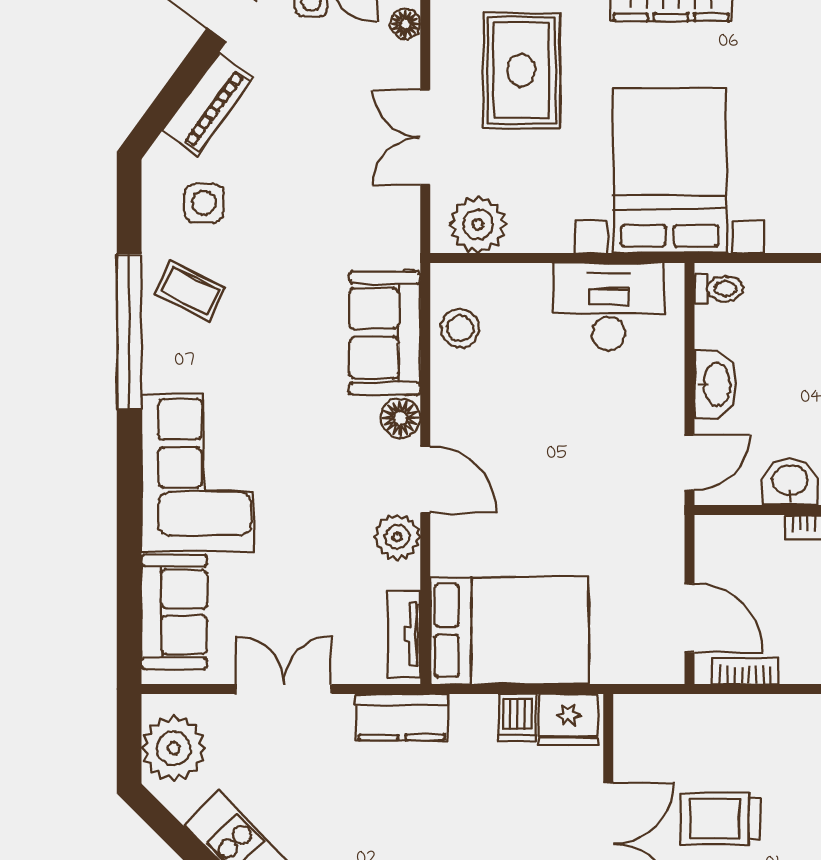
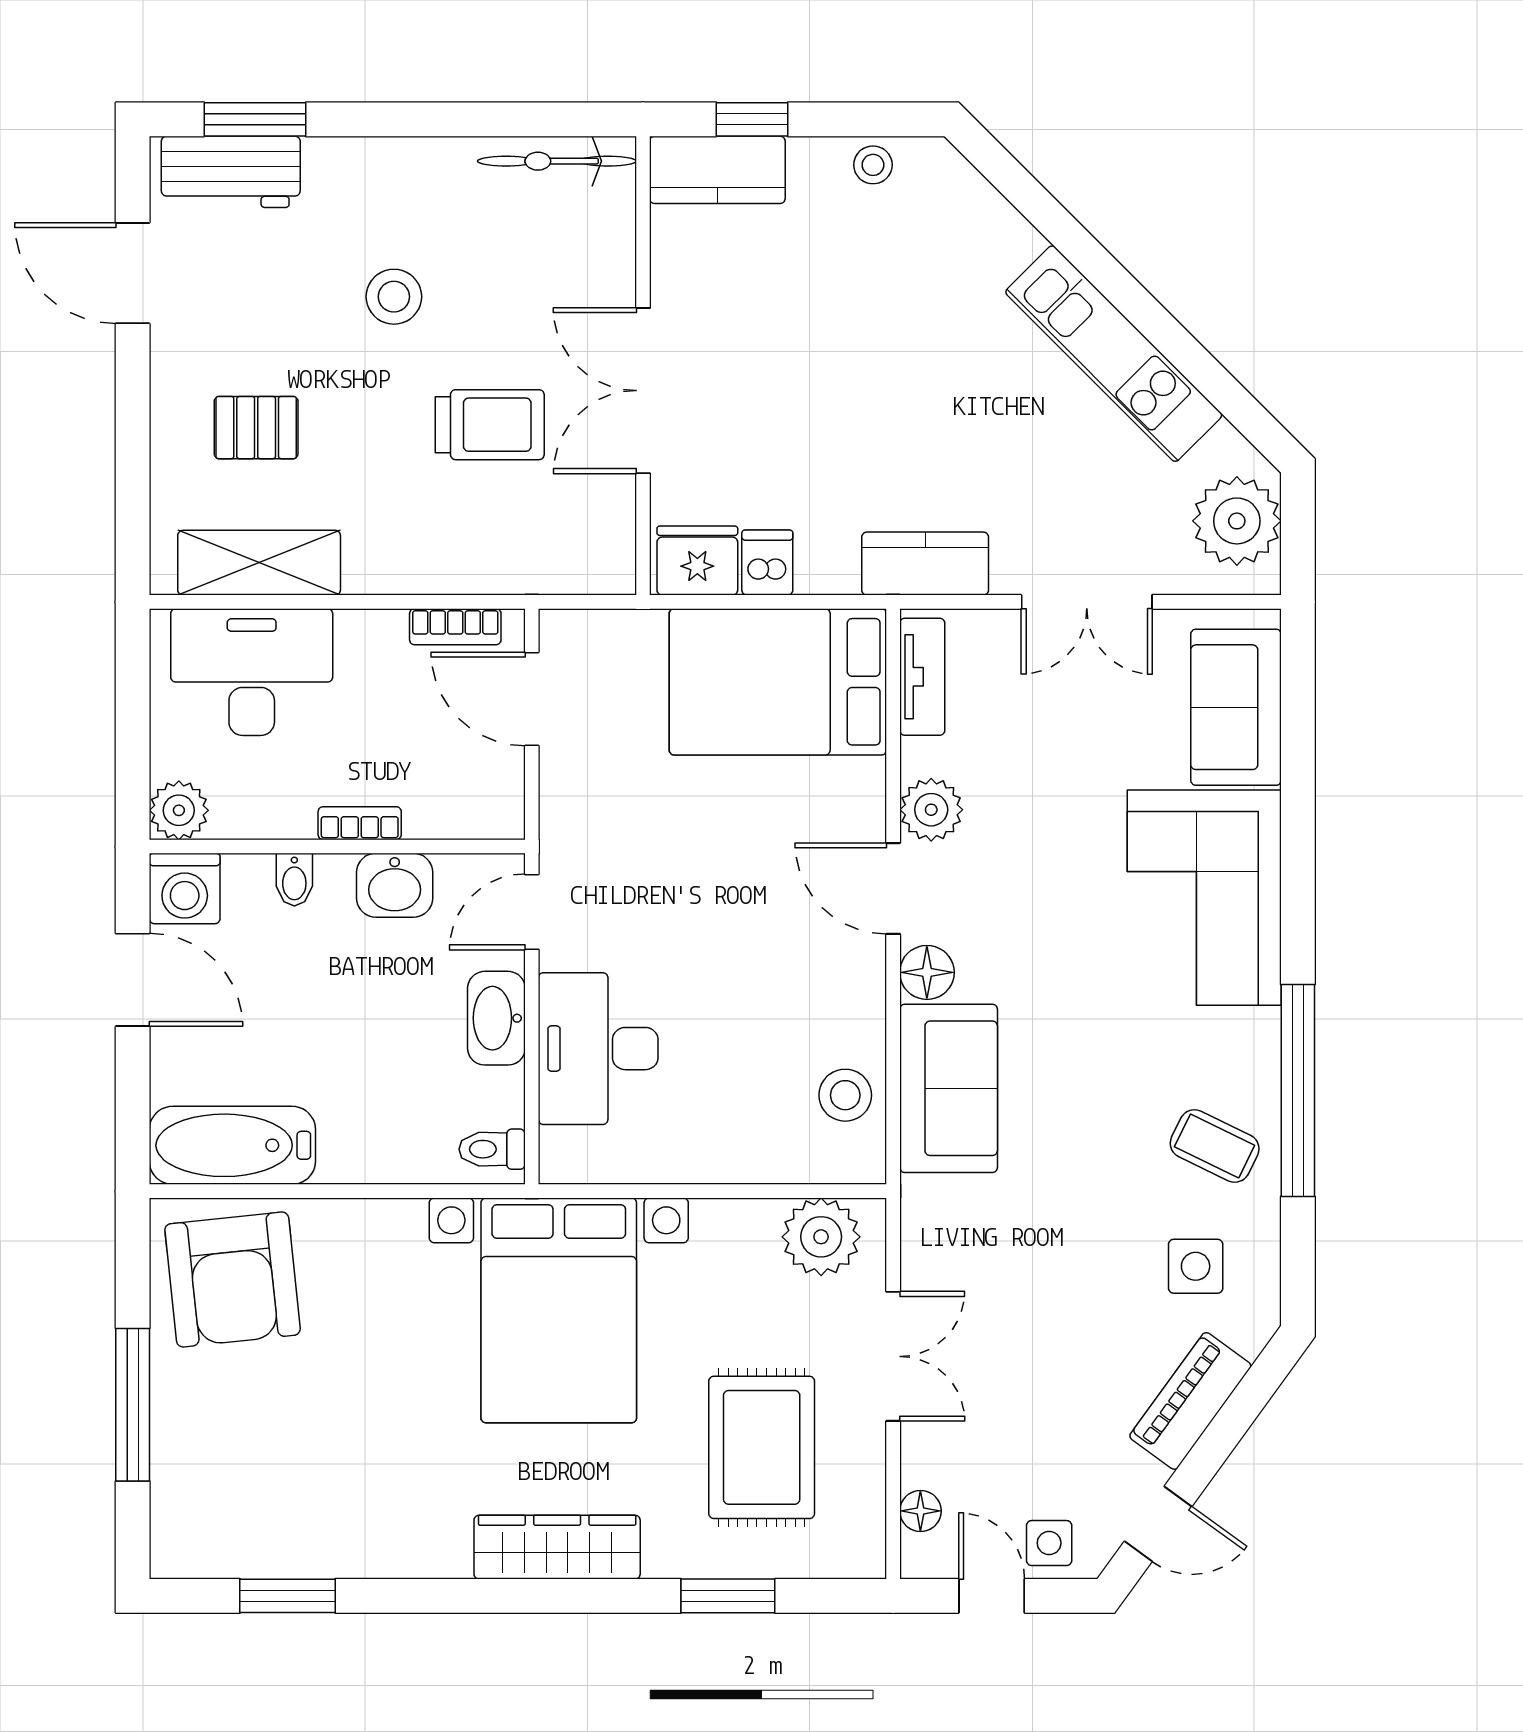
desk: (609, 307) -> (598, 1049), moved, turned 90

